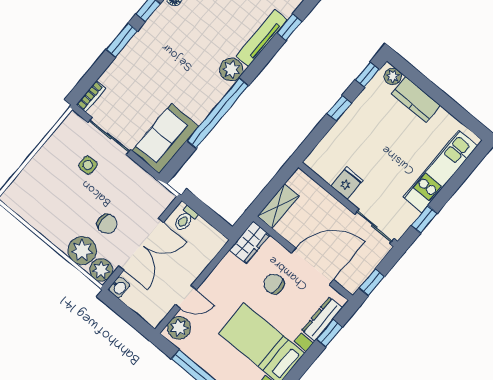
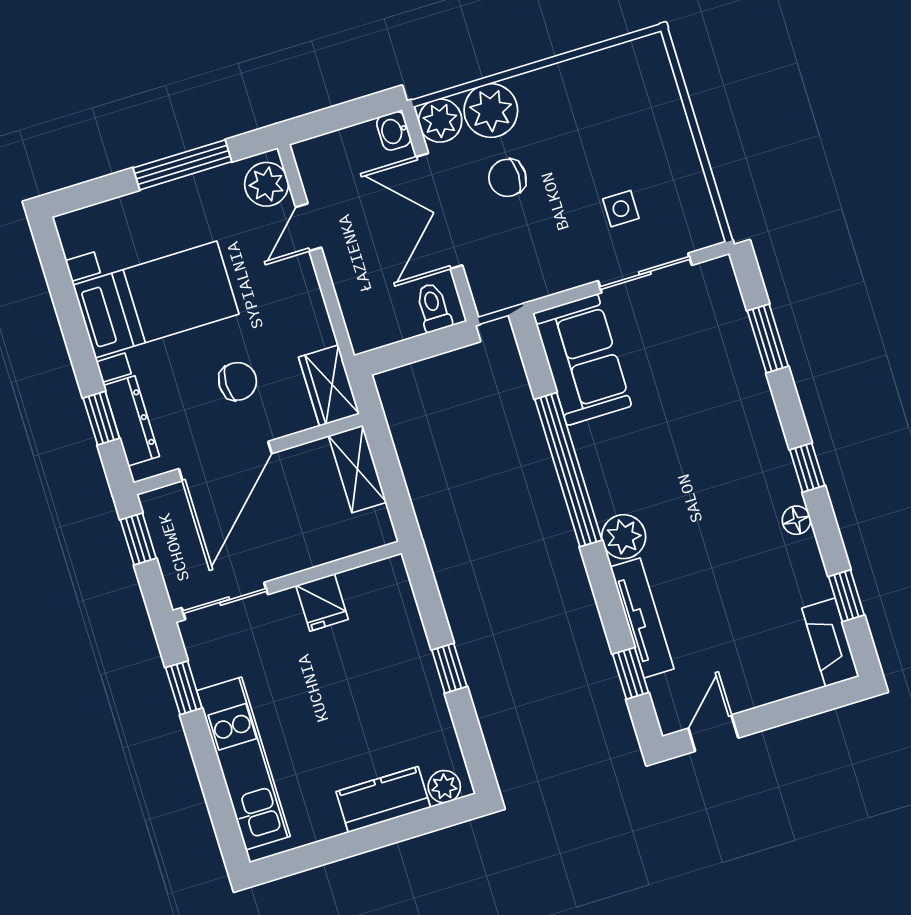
window: (122, 40) -> (768, 338), moved
window: (367, 75) -> (474, 748), removed
bookcase: (91, 97) -> (727, 285), removed

